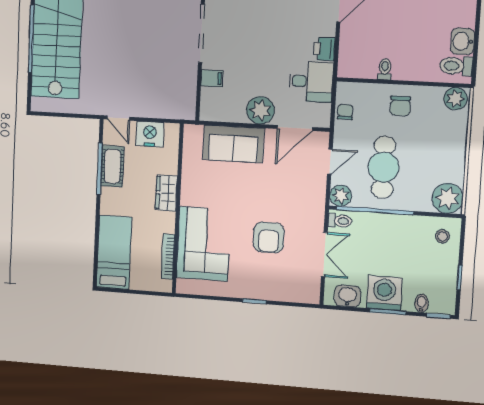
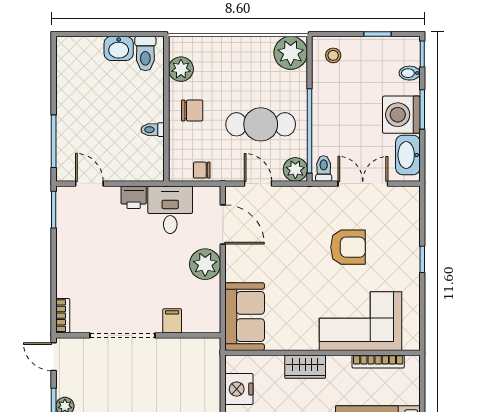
plant: (456, 99) -> (181, 69), moved
sofa: (233, 144) -> (245, 317), moved
washbasin: (348, 296) -> (408, 155), width x1.38

